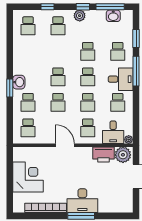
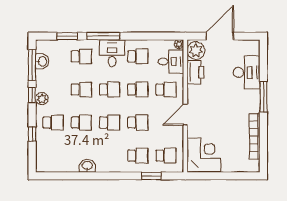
school desk: (28, 26) -> (81, 123), moved
washbasin: (19, 82) -> (87, 166), moved
window: (10, 88) -> (151, 176), moved
corner desk: (28, 177) -> (204, 155), moved, turned 90
desk: (82, 201) -> (247, 72), moved

